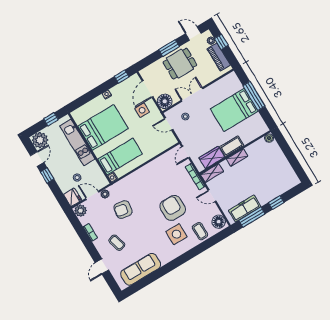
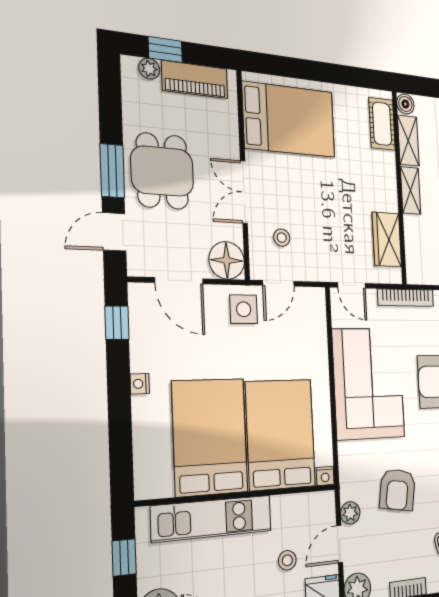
door: (193, 33) -> (114, 232), moved
window: (254, 96) -> (313, 71), removed
side table: (142, 110) -> (244, 309), moved
bed: (234, 110) -> (289, 120), moved, turned -90
cot: (232, 146) -> (382, 124), moved
bed: (120, 156) -> (281, 434), width x1.50
shelving: (212, 173) -> (408, 141), moved
corner sofa: (154, 178) -> (369, 383), added

